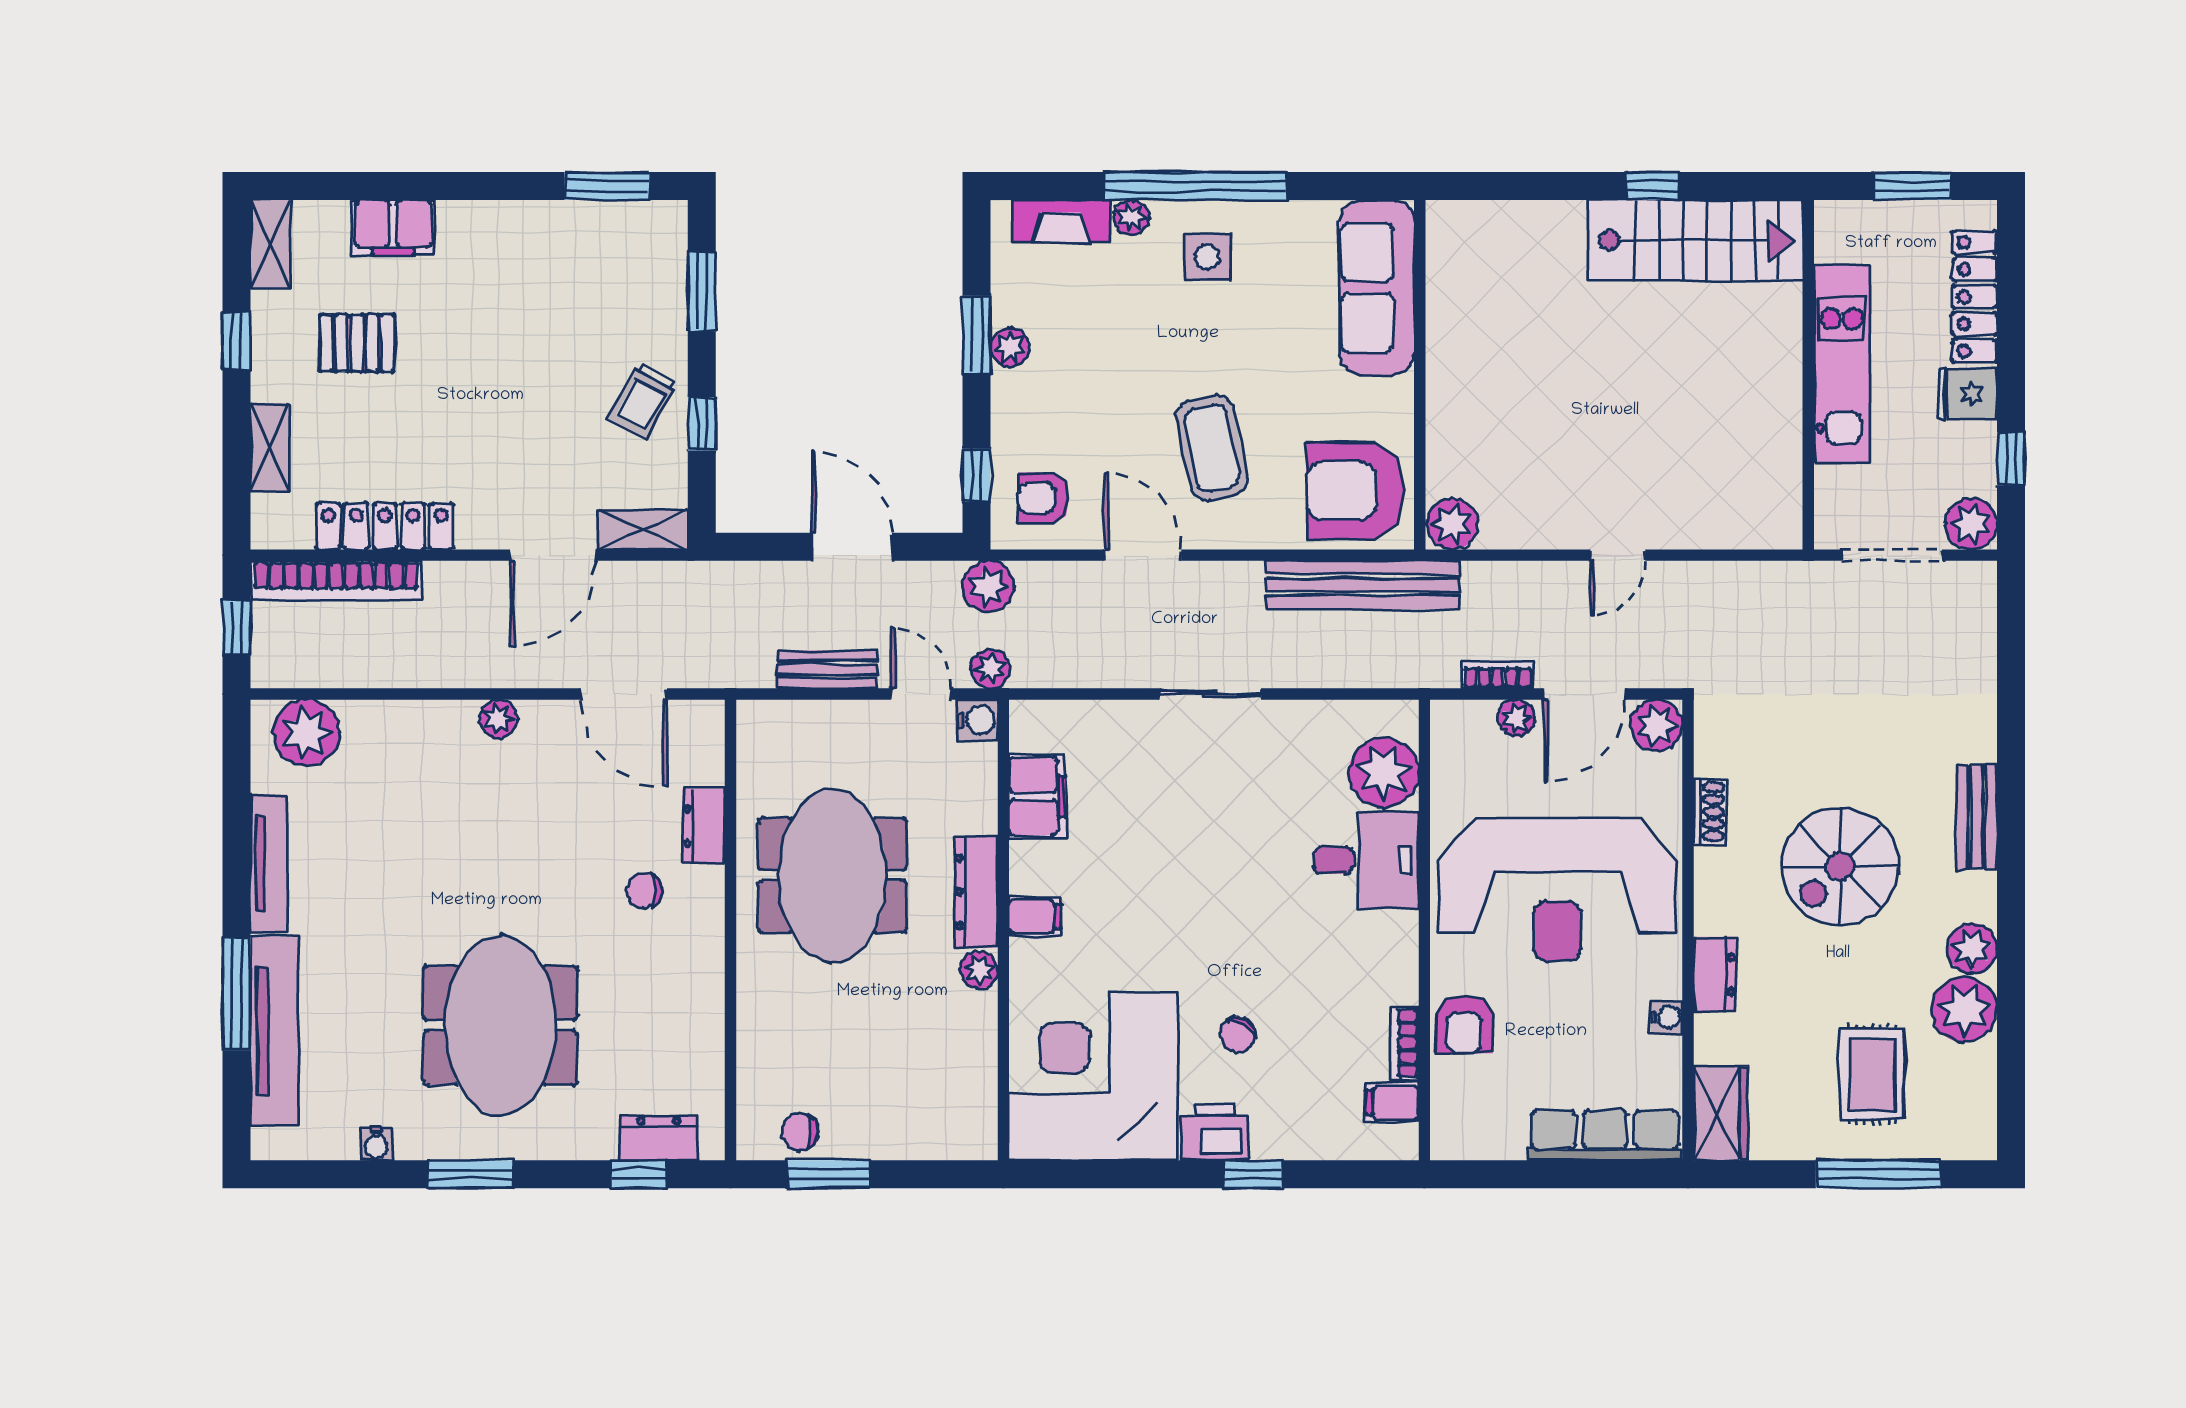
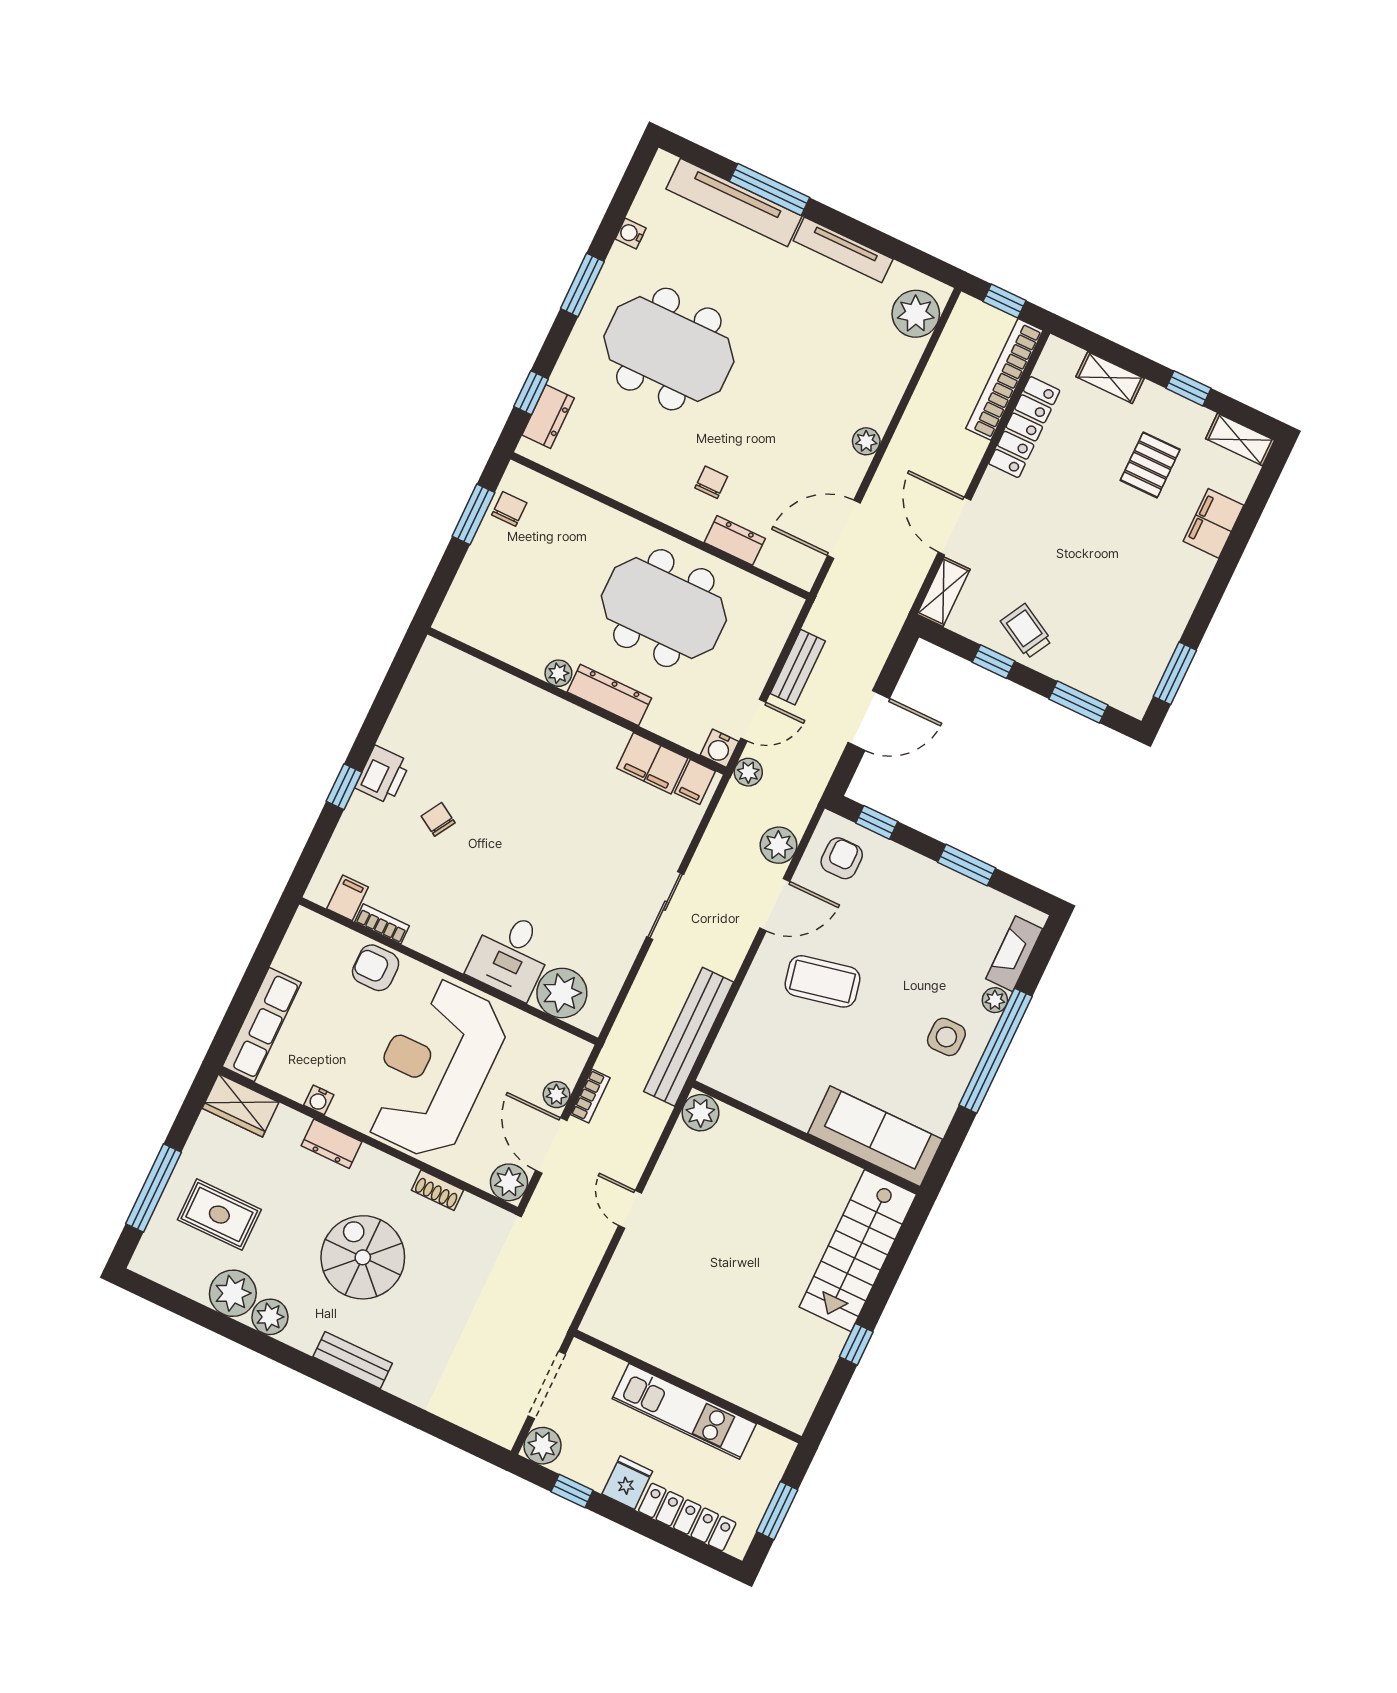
stairs: (1695, 240) -> (858, 1251), moved
plant: (1010, 347) -> (949, 883), removed
armchair: (1355, 490) -> (752, 1060), removed
plant: (988, 586) -> (778, 845), moved
filing cabinet: (1035, 916) -> (695, 782), moved
corner desk: (1093, 1076) -> (456, 714), removed

